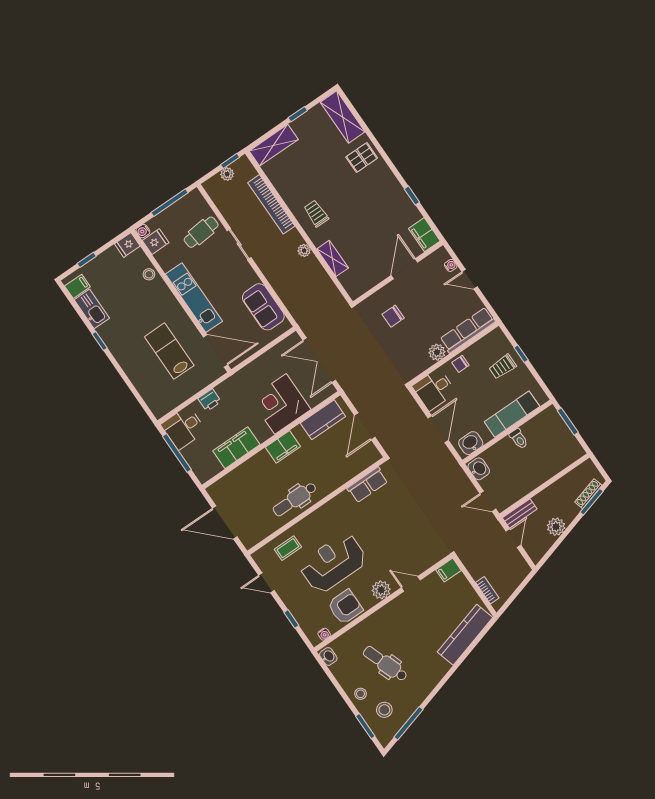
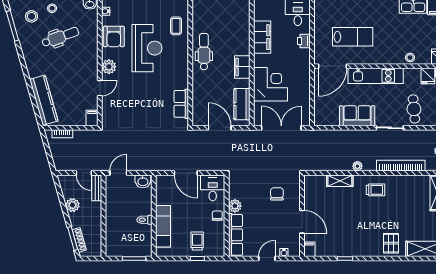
filing cabinet: (424, 235) -> (309, 249), width x0.50
sofa: (263, 307) -> (357, 116), moved
washbasin: (471, 443) -> (163, 188), removed

